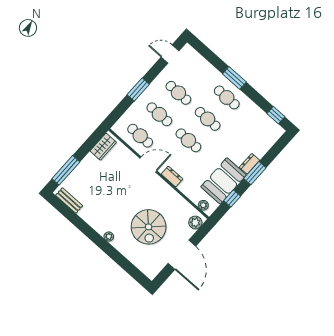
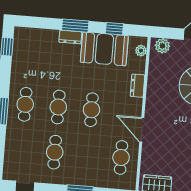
cafe table: (159, 114) -> (88, 155), removed
dresser: (172, 176) -> (137, 86), moved

